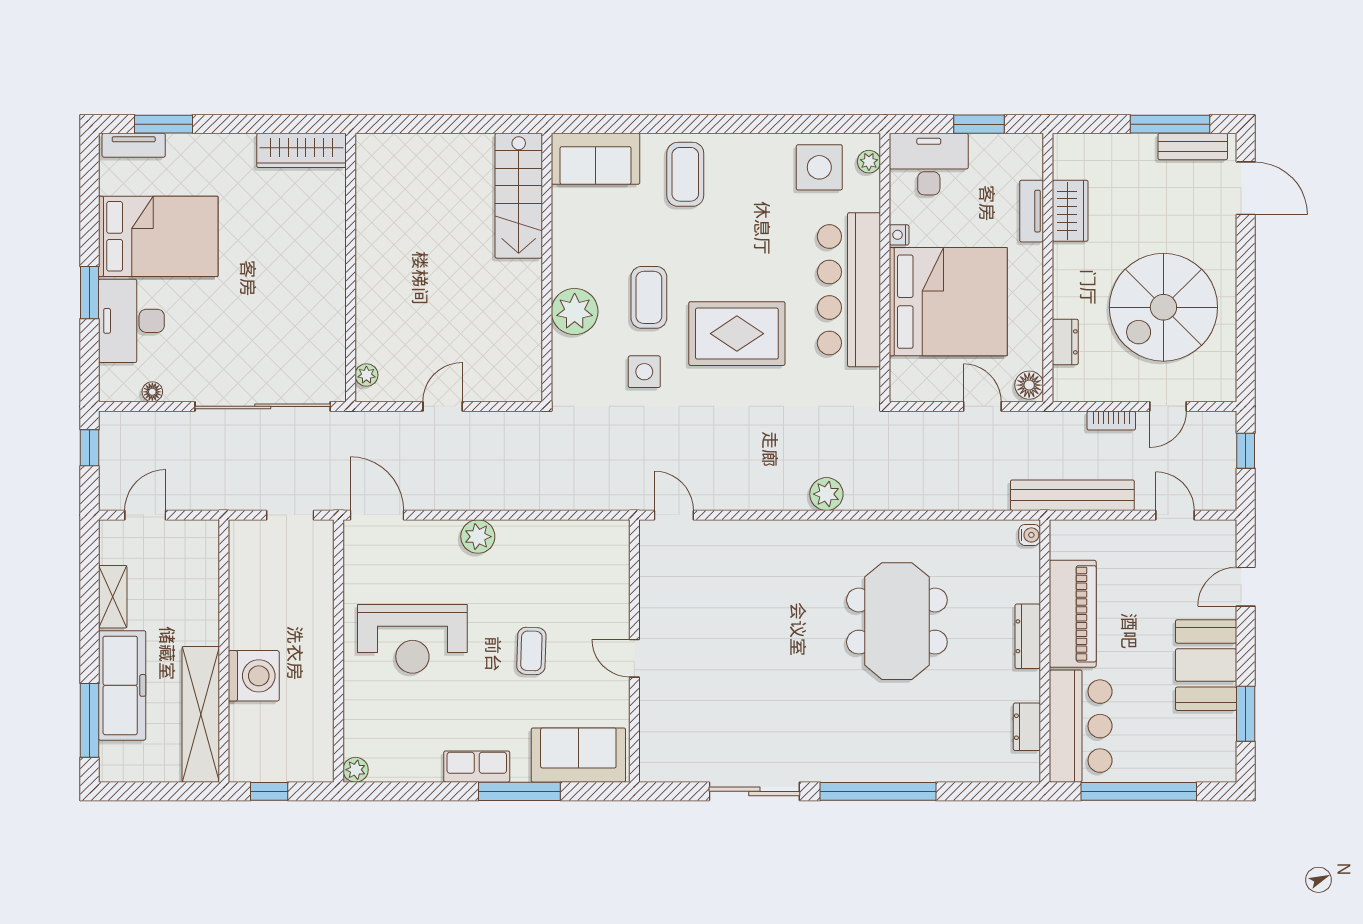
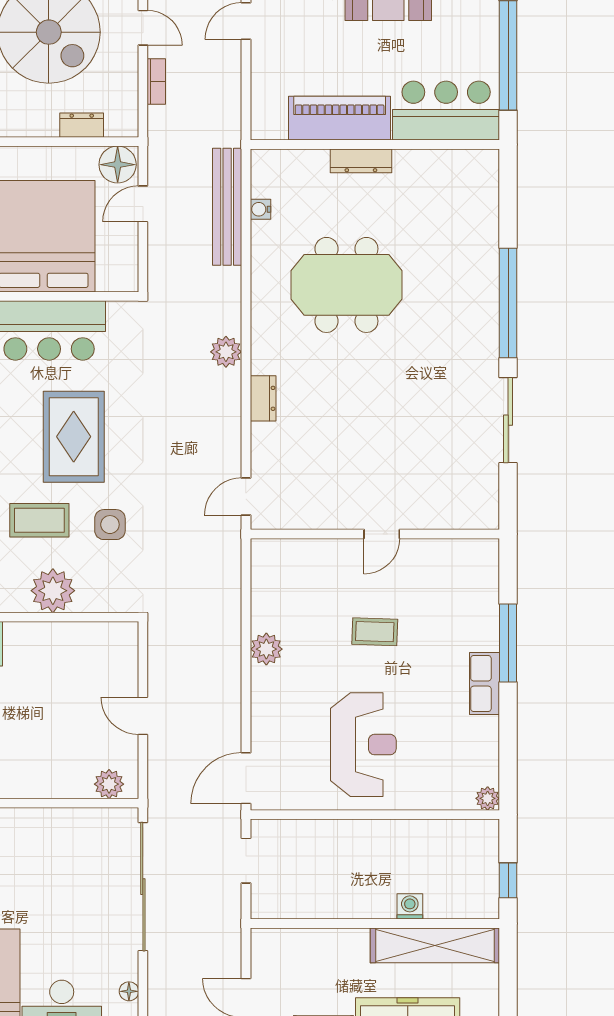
plant: (366, 375) -> (109, 784), width x1.38, depth x1.38
floor lamp: (1029, 385) -> (118, 165), width x1.38, depth x1.38
bench: (1072, 495) -> (227, 207), moved
water cooler: (1030, 535) -> (260, 209), moved, turned -90
plant: (478, 537) -> (266, 649), moved
washing machine: (254, 676) -> (410, 906), width x0.53, depth x0.53
dresser: (1027, 727) -> (263, 398), moved, turned -90
sofa: (578, 755) -> (474, 587), removed

